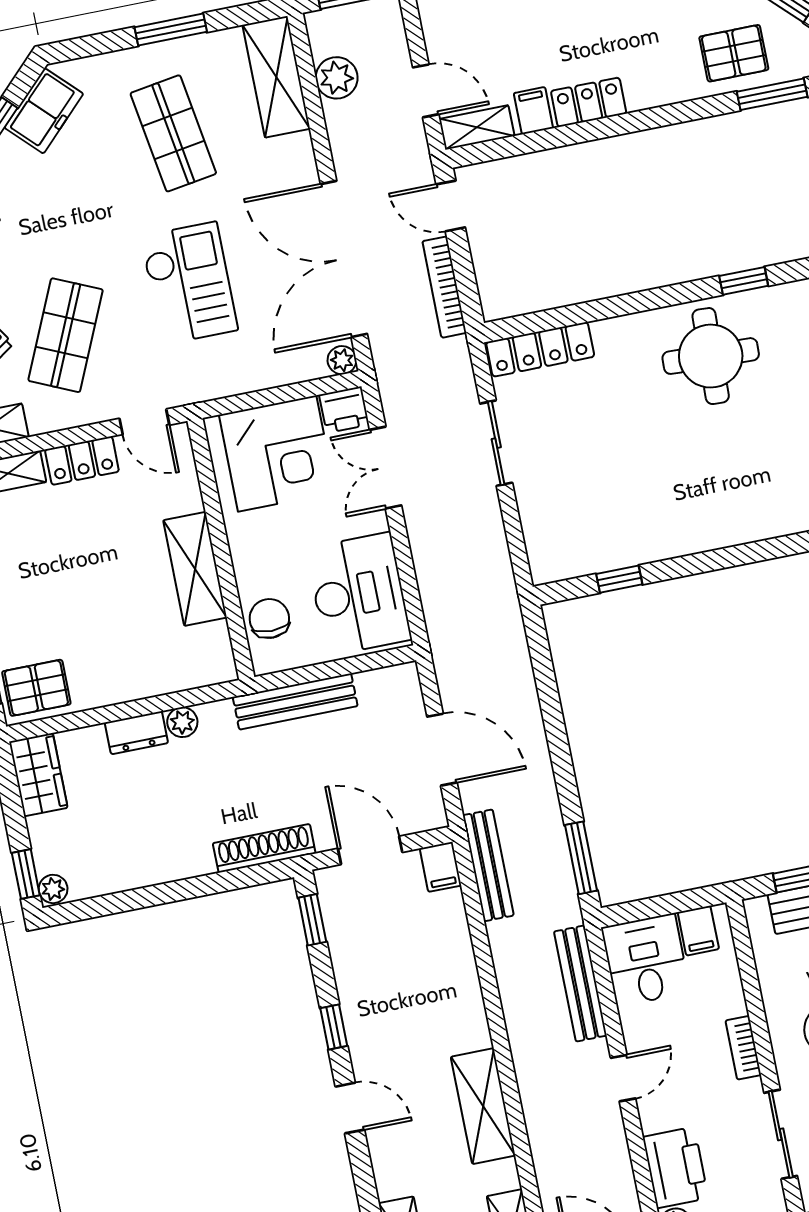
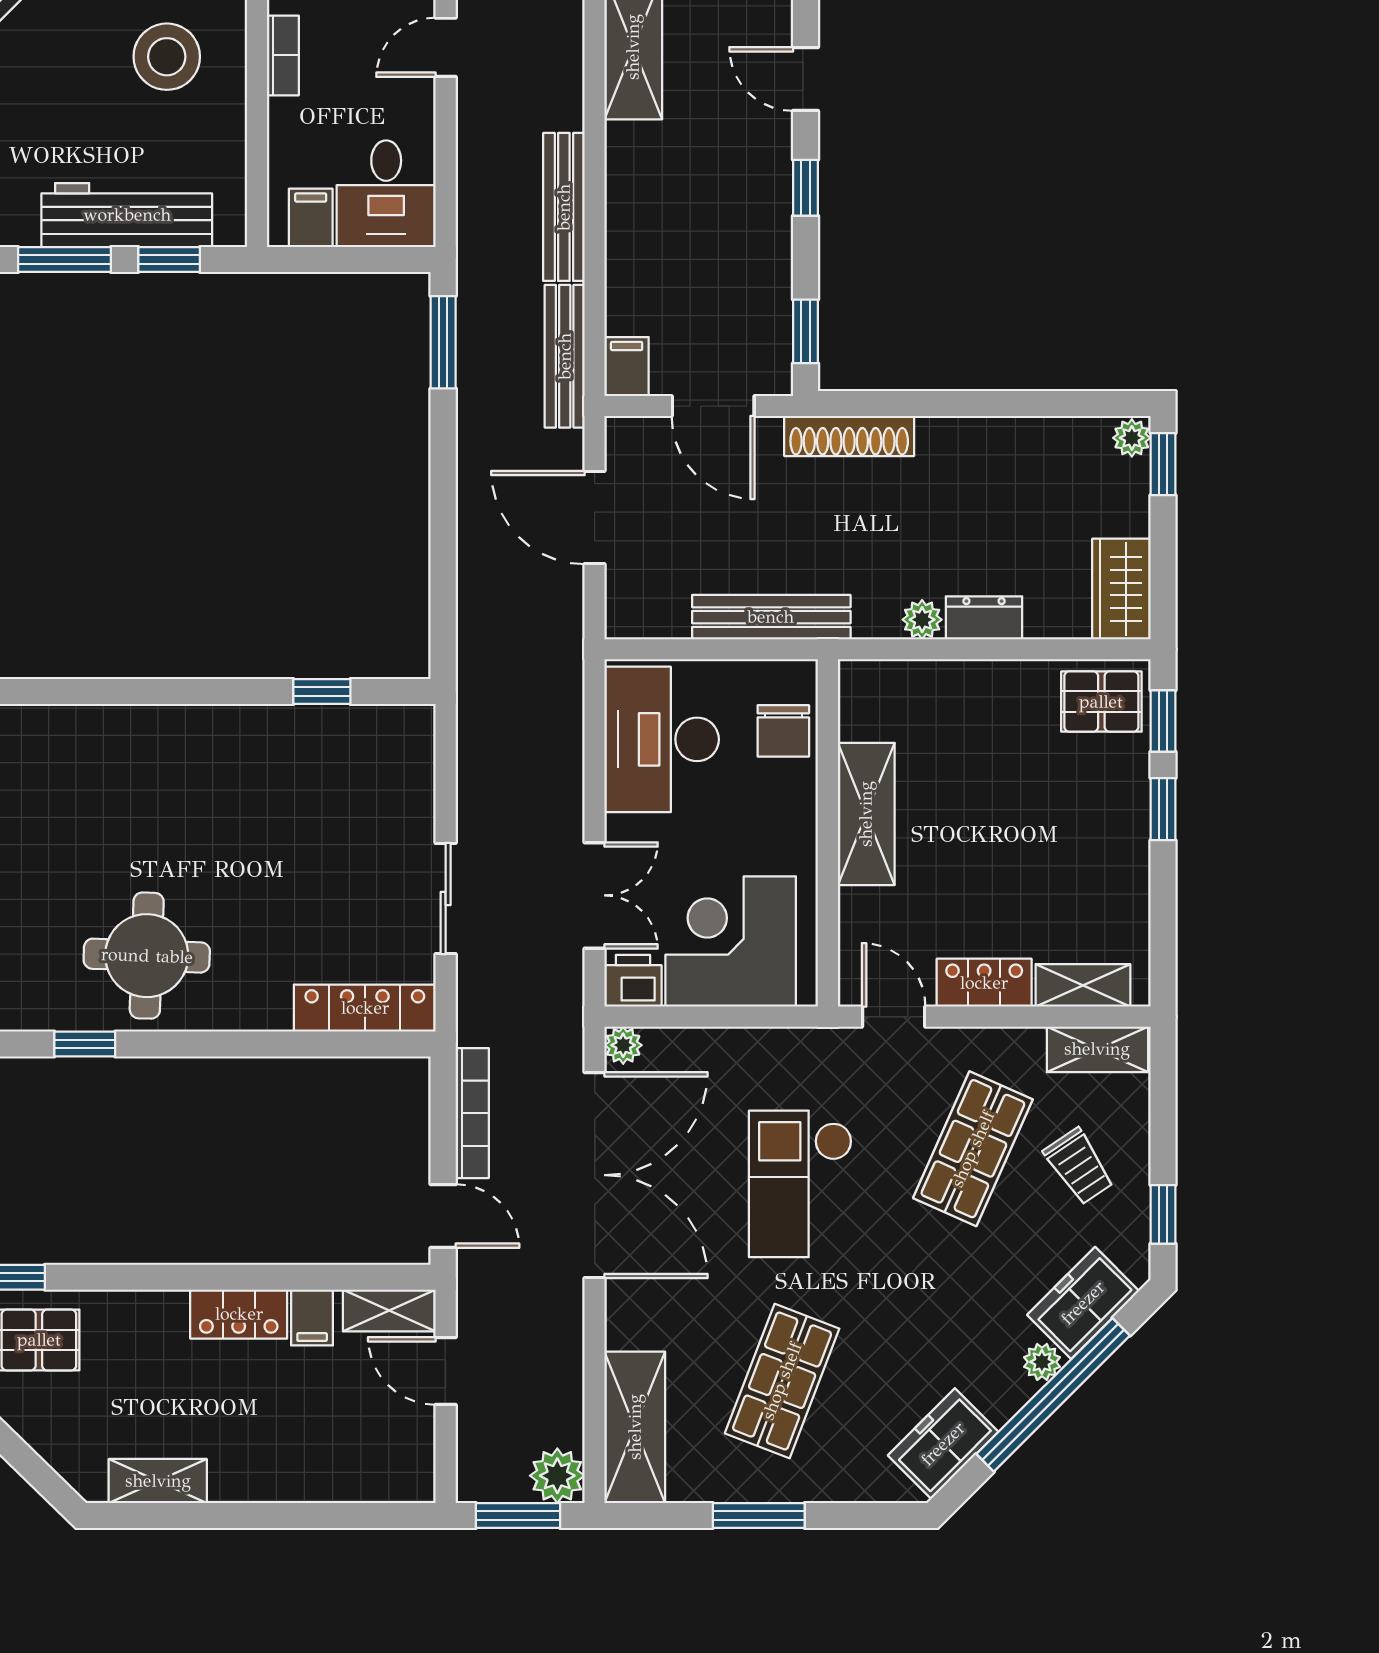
plant: (337, 78) -> (557, 1476), moved
shop shelf: (173, 133) -> (782, 1381), turned 30
bench: (580, 983) -> (564, 207), moved

